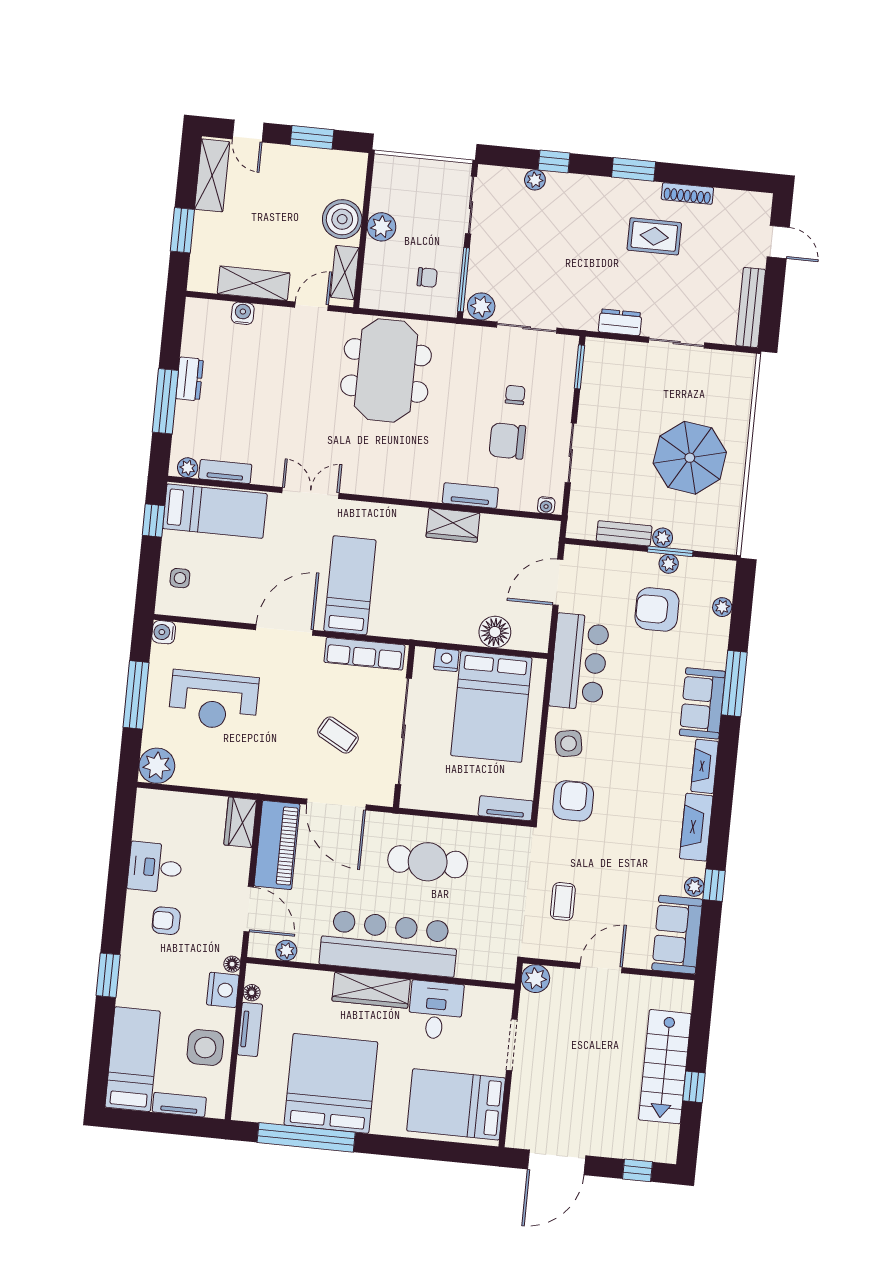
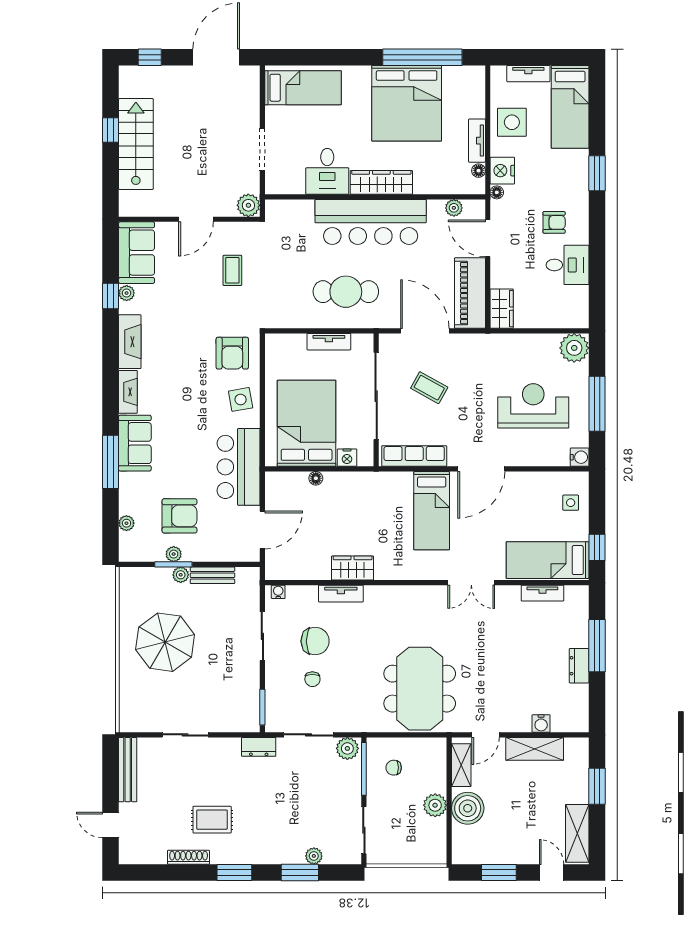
window: (554, 161) -> (300, 873), width x1.50
dresser: (620, 322) -> (259, 747), moved
plant: (188, 468) -> (573, 593), removed
floor lamp: (495, 632) -> (316, 478), width x0.53, depth x0.53
tv unit: (506, 808) -> (329, 342), moved
bed: (456, 1104) -> (303, 88), width x0.67

